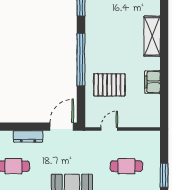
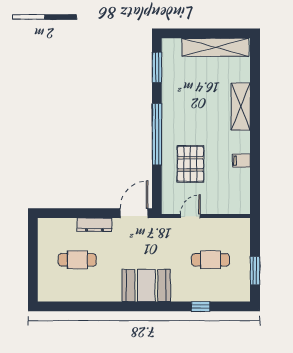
filing cabinet: (152, 82) -> (241, 161), width x0.50
pallet: (109, 85) -> (190, 164), turned 90

